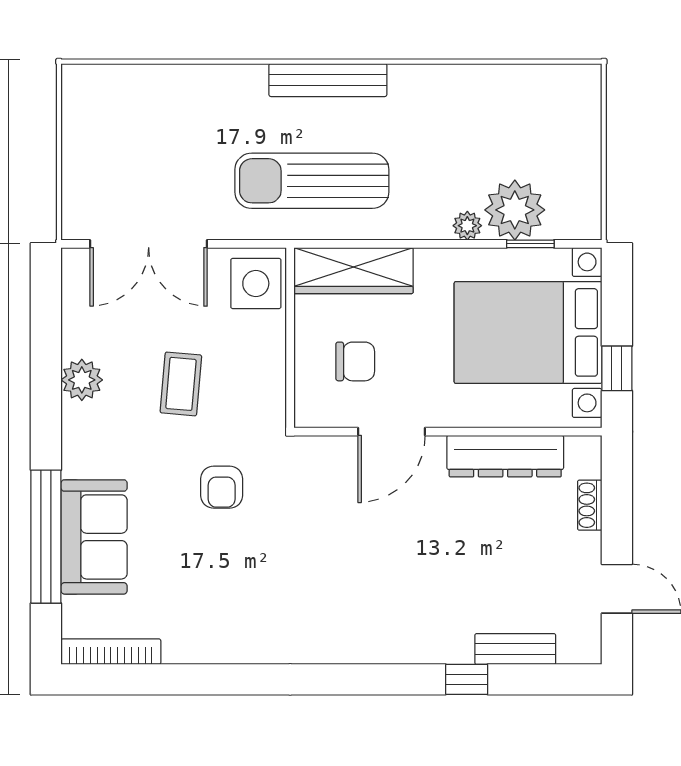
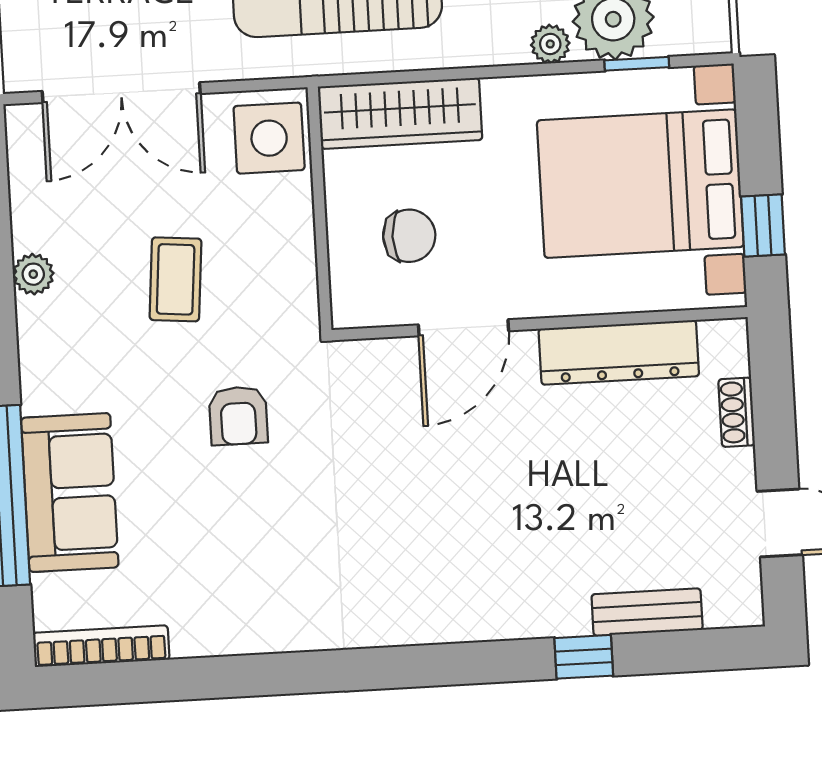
plant: (82, 380) -> (33, 274), width x0.73, depth x0.73

